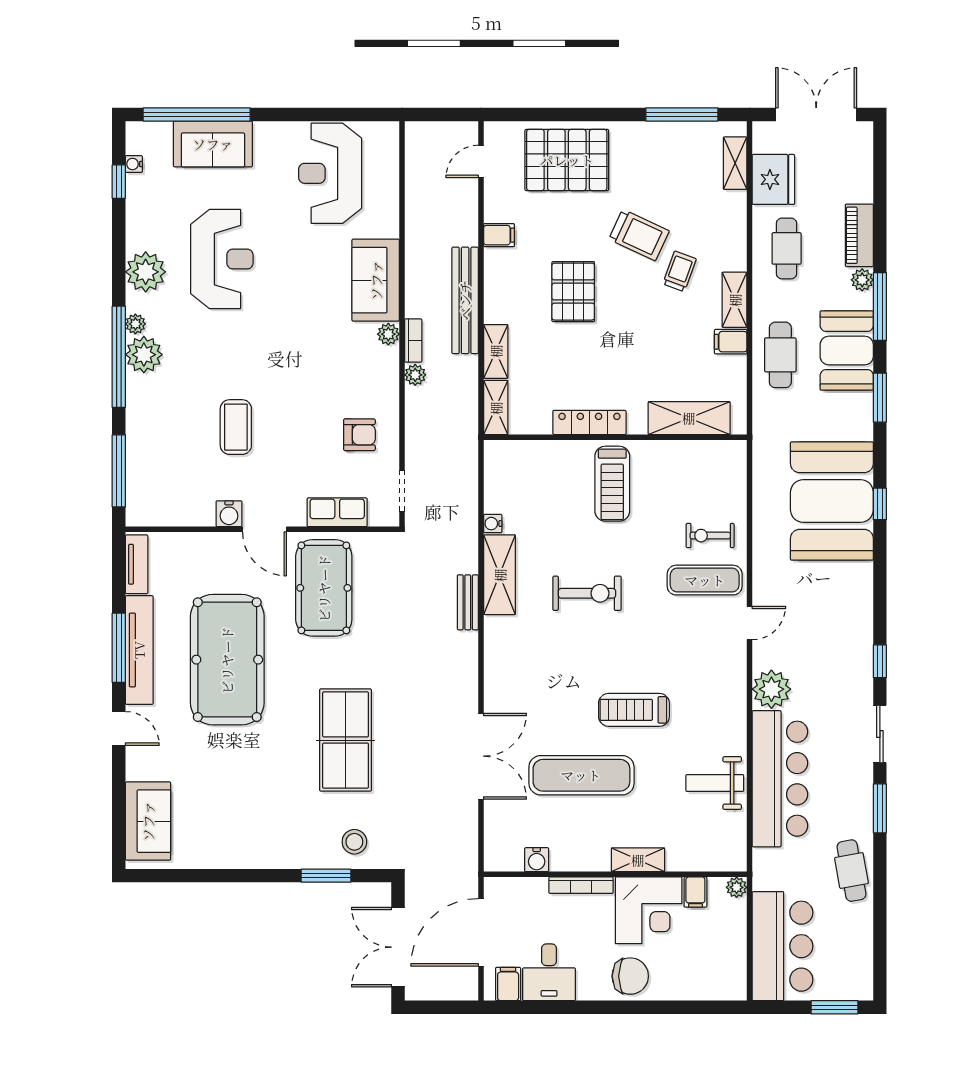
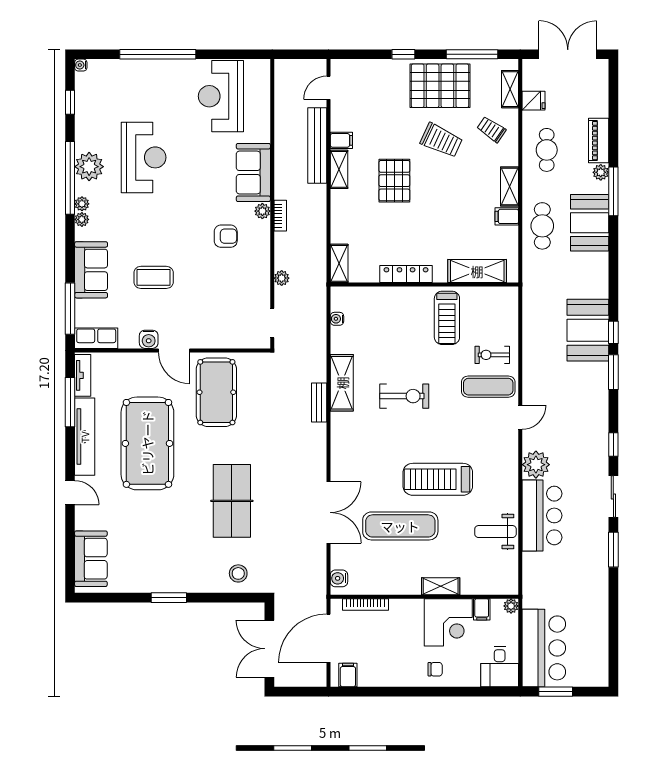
window: (197, 115) -> (158, 54), moved
window: (586, 115) -> (403, 54), added
sofa: (213, 144) -> (91, 270), moved, turned -90
pallet: (567, 160) -> (440, 86), moved
water cooler: (134, 164) -> (81, 65), moved
fridge: (773, 179) -> (533, 101), width x0.53, depth x0.75
trolley: (679, 271) -> (491, 129), moved, turned -76
bench: (465, 300) -> (317, 146), moved
shelving: (496, 351) -> (339, 169), moved
plant: (144, 355) -> (82, 219), width x0.53, depth x0.53
window: (119, 357) -> (70, 178), moved
plant: (415, 375) -> (282, 278), moved
window: (880, 398) -> (613, 372), moved
coffee table: (236, 427) -> (154, 277), turned 90
armchair: (359, 435) -> (226, 236), moved
treadmill: (612, 484) -> (447, 318), moved
booth: (832, 501) -> (588, 330), width x0.73, depth x0.70
row of seats: (337, 512) -> (96, 338), moved
water cooler: (493, 524) -> (337, 319), moved
window: (119, 648) -> (70, 402), moved
treadmill: (634, 710) -> (438, 479), width x1.37, depth x1.38
bar counter: (780, 779) -> (542, 515), width x0.73
water cooler: (537, 860) -> (339, 578), moved, turned 90
cafe table: (851, 871) -> (593, 594), removed
window: (326, 876) -> (169, 598), moved
bookcase: (581, 885) -> (366, 604), moved
desk: (549, 972) -> (500, 667), moved
chair: (630, 976) -> (435, 669), width x0.54, depth x0.54
window: (834, 1007) -> (556, 692), moved

